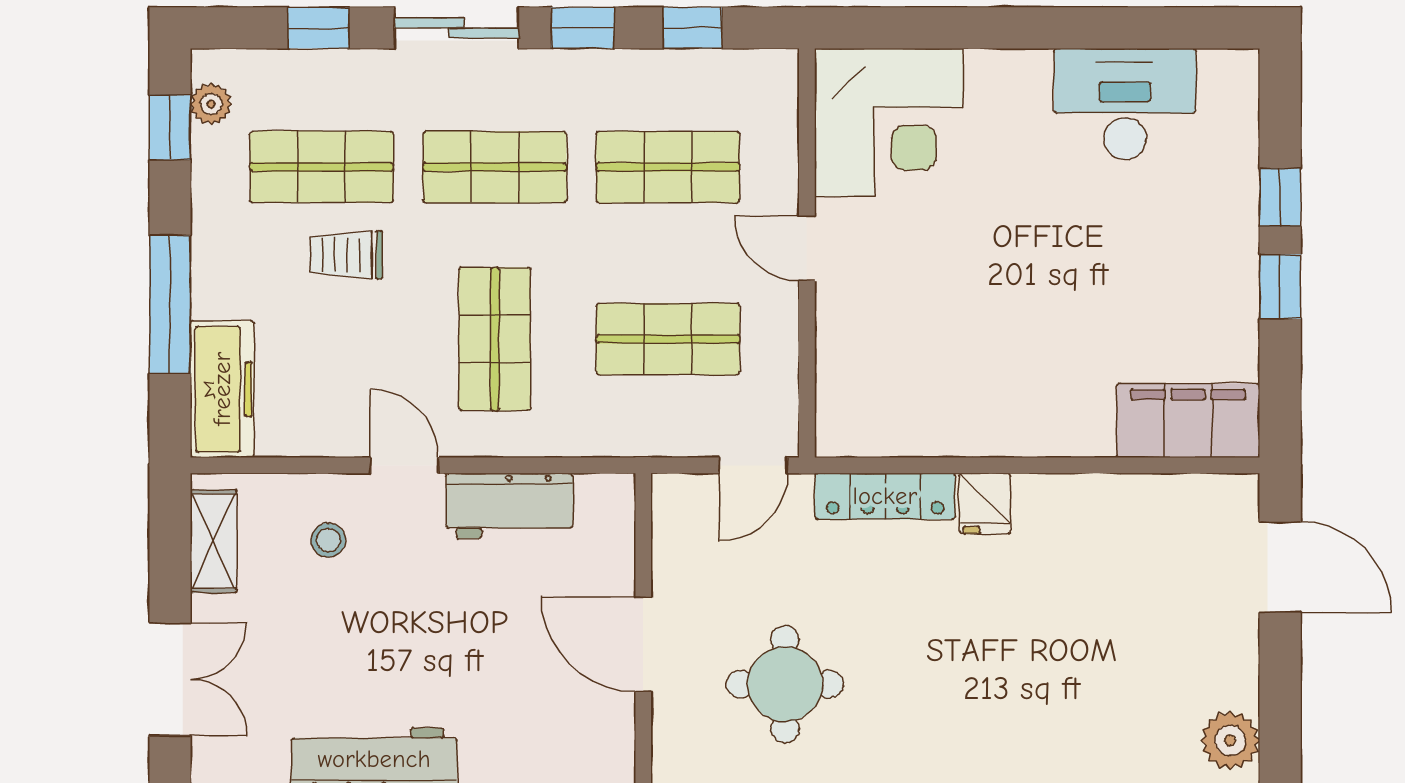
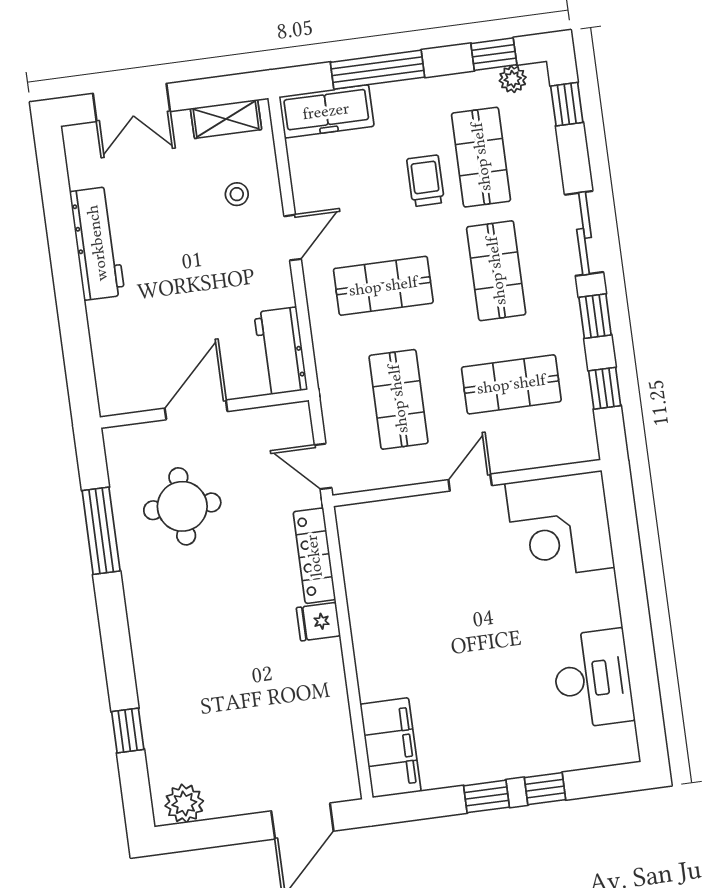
window: (318, 28) -> (567, 104), moved
shop shelf: (668, 167) -> (511, 384), turned 90
workbench: (509, 506) -> (281, 351), moved

